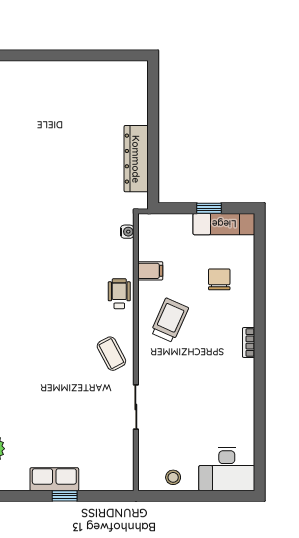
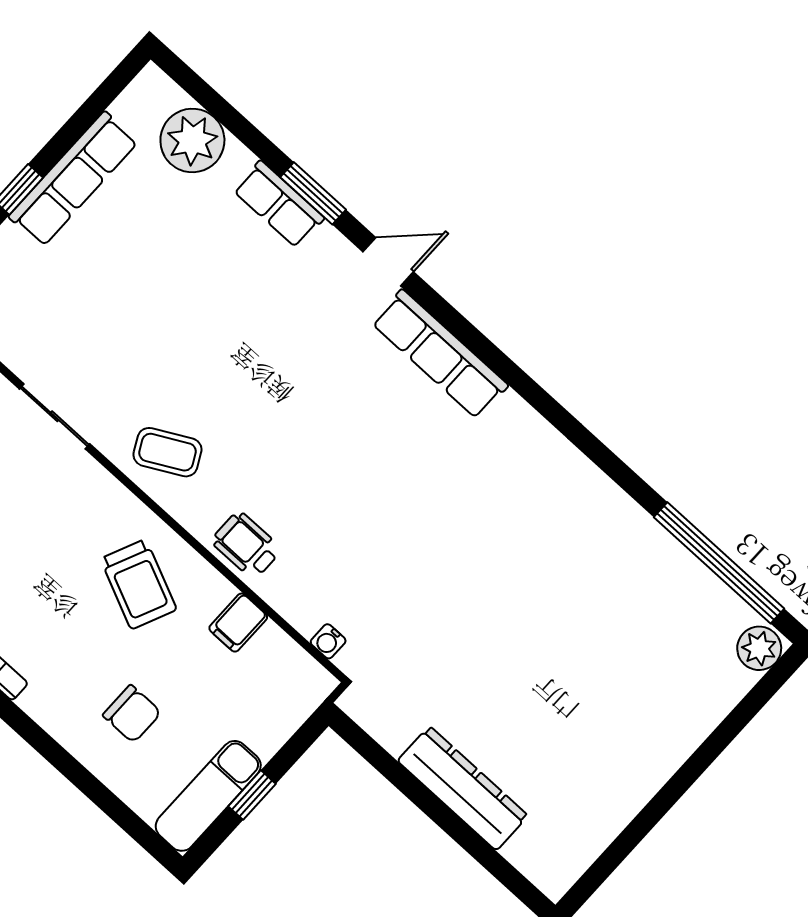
dresser: (136, 159) -> (463, 788), moved
wheelchair: (119, 294) -> (246, 545), turned 180
row of seats: (54, 479) -> (73, 179), width x1.48

